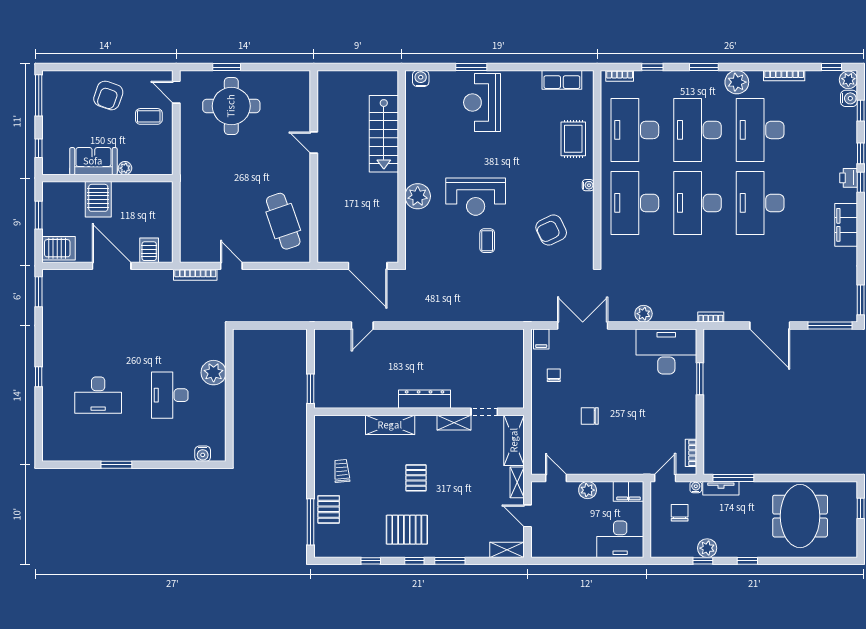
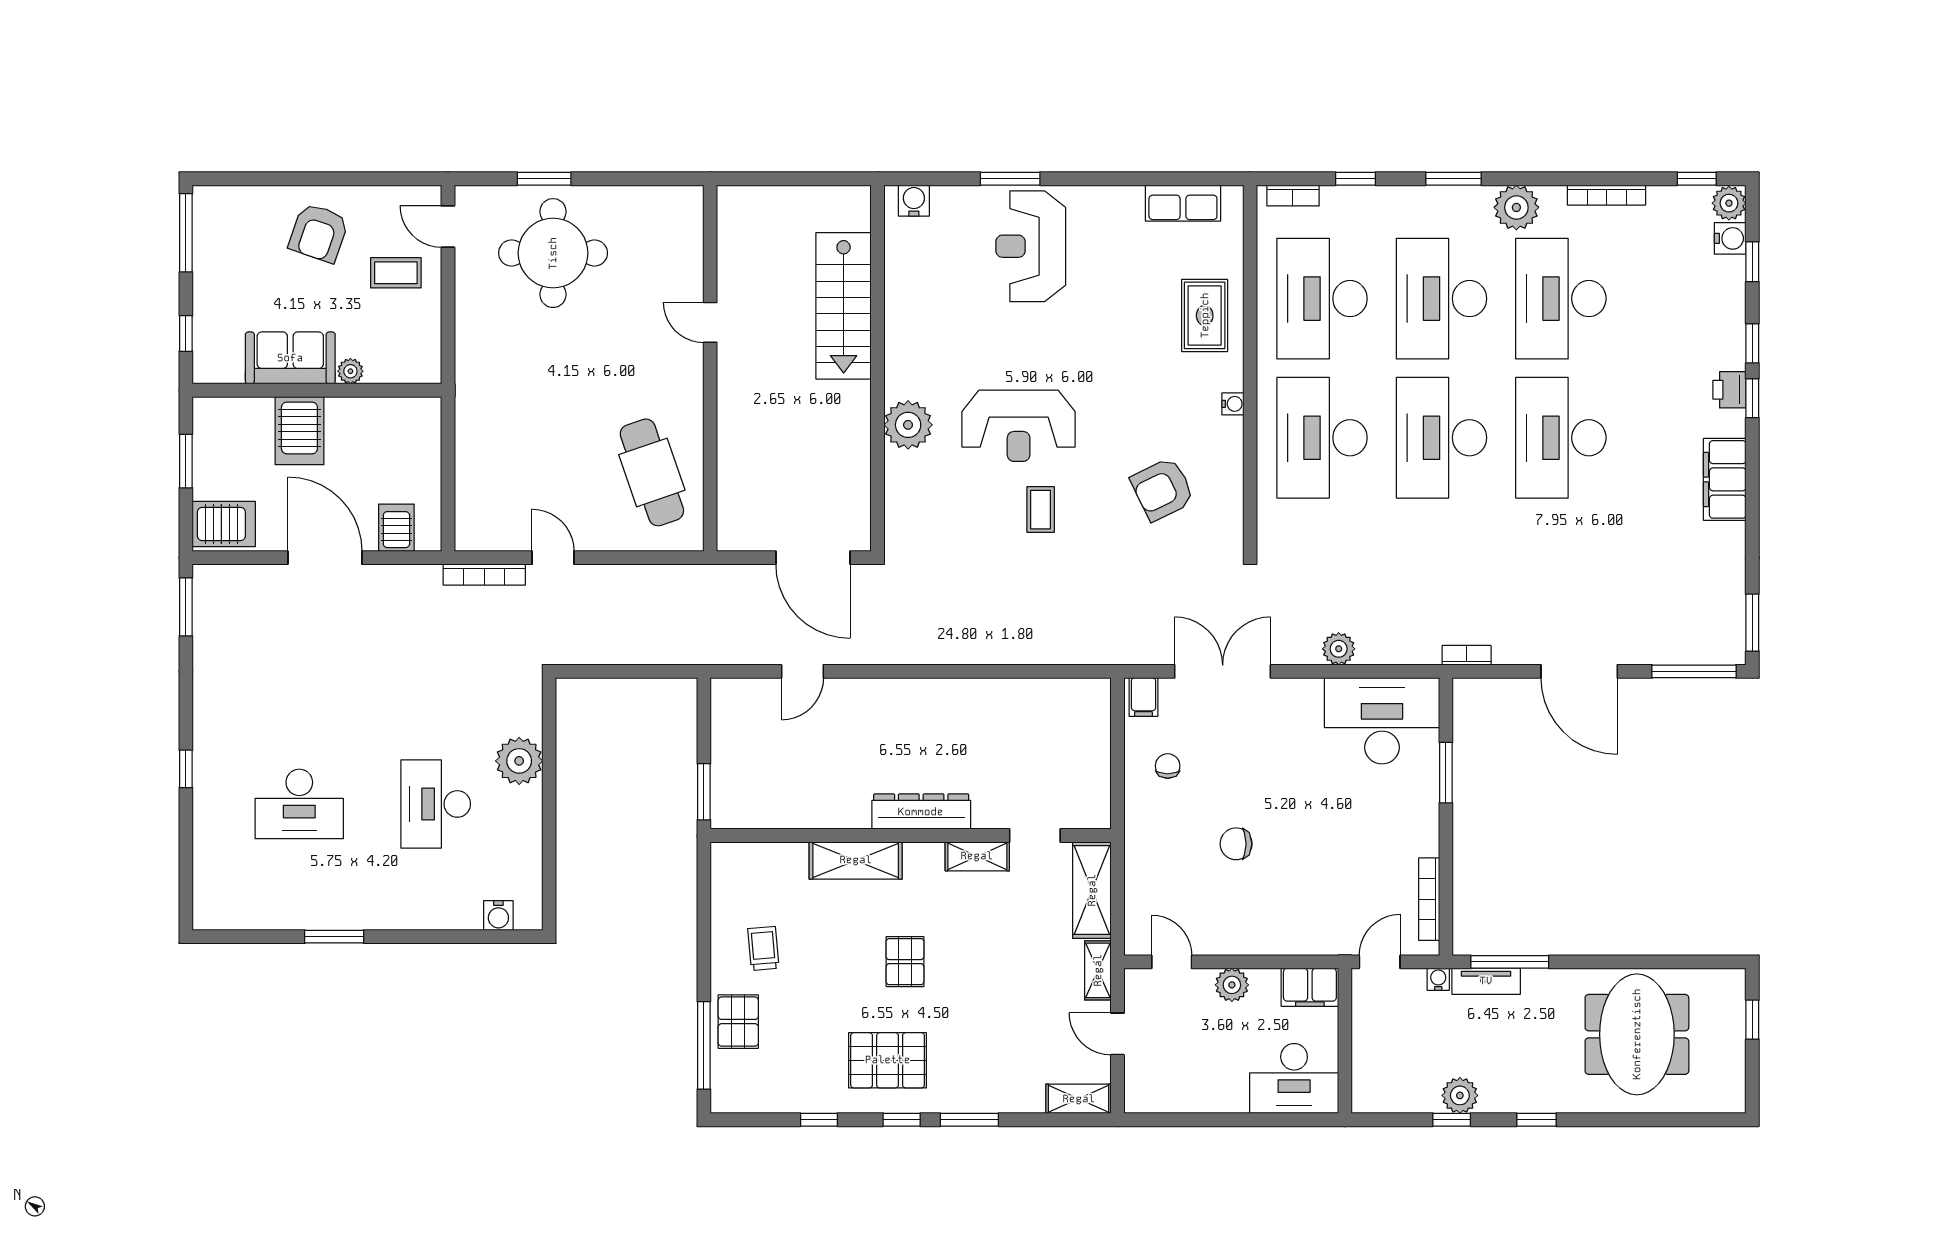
bookcase: (691, 453) -> (1429, 899), width x1.56
chair: (680, 513) -> (1407, 1028), removed

